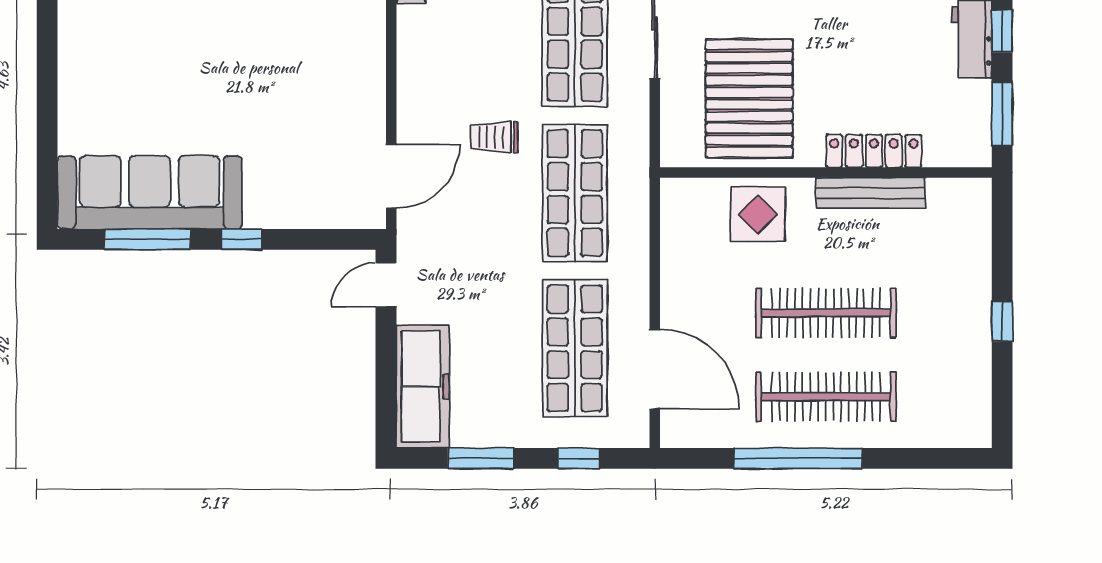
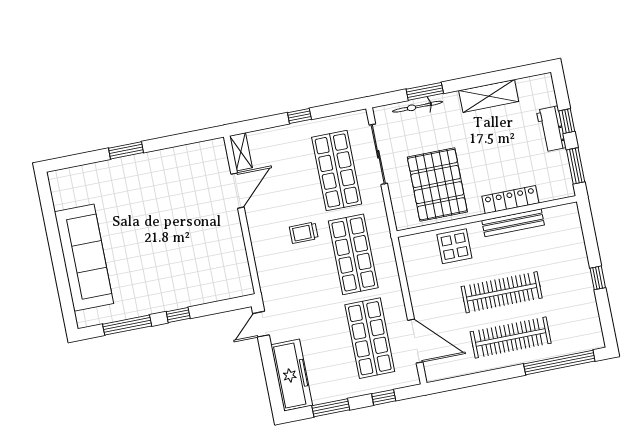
door: (391, 176) -> (237, 191), moved
sofa: (150, 192) -> (84, 258), moved, turned 90
window: (798, 458) -> (559, 363), moved

